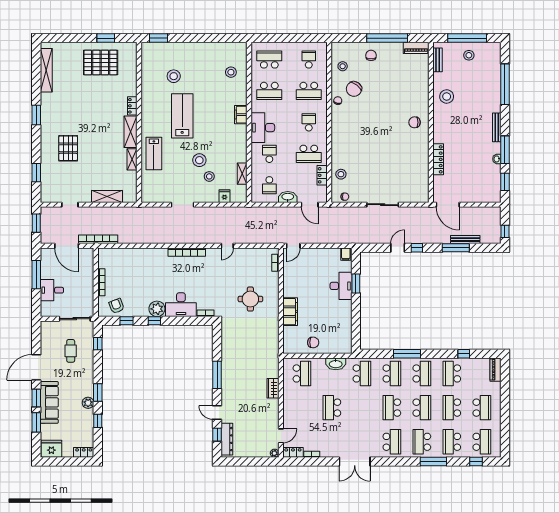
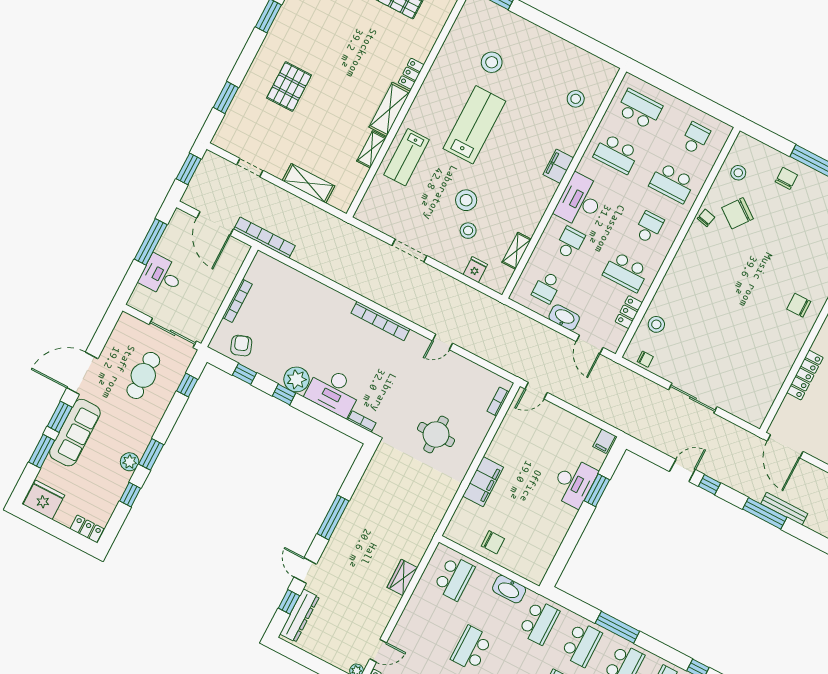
cafe table: (71, 351) -> (143, 375), width x1.37, depth x1.35

